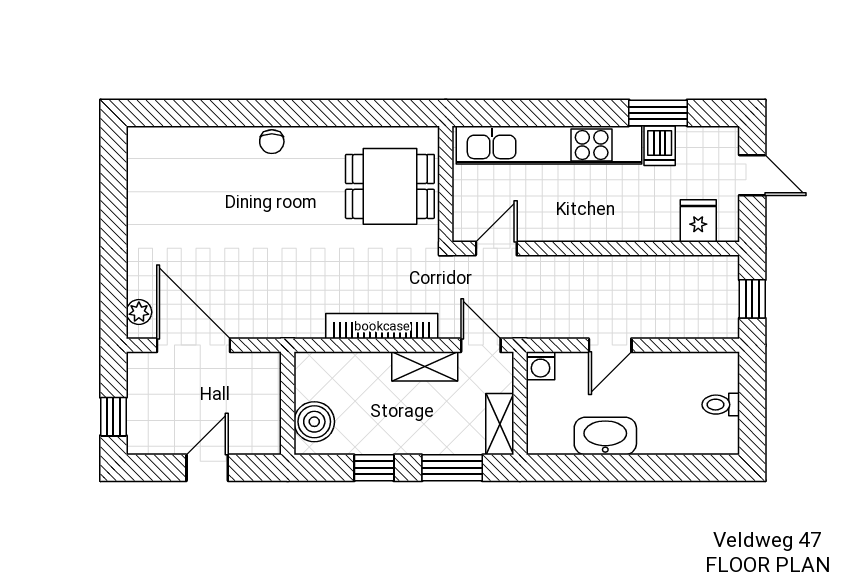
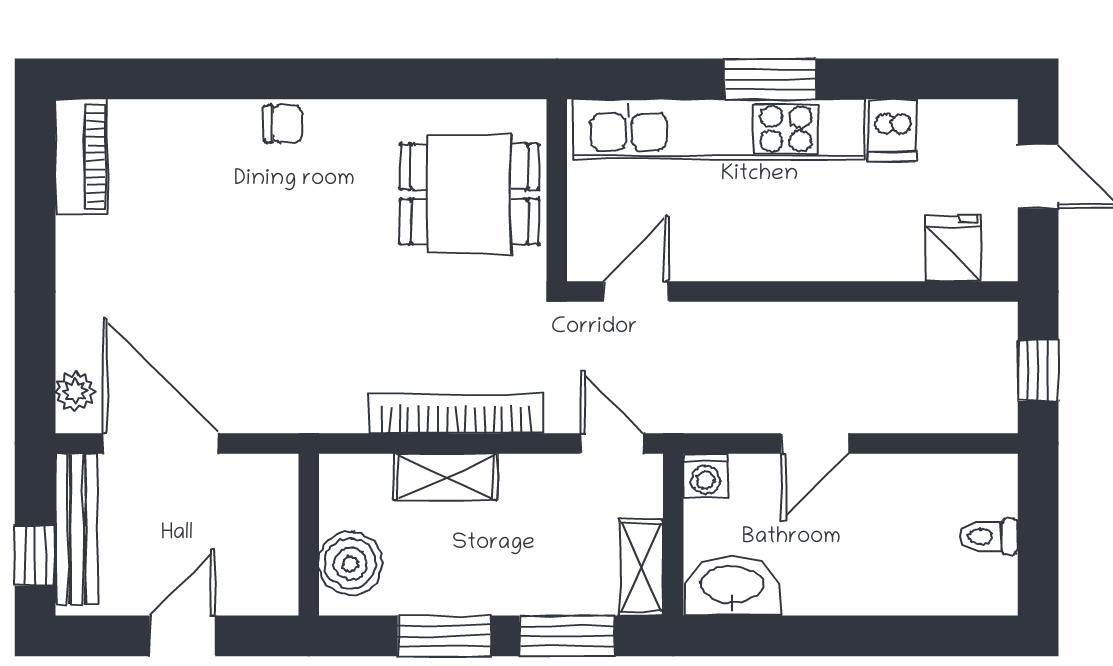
window: (658, 113) -> (770, 79), moved
chair: (272, 142) -> (284, 124), turned -90
piano: (143, 163) -> (81, 157), added
shelving: (425, 366) -> (446, 477), moved
bench: (140, 400) -> (77, 529), added
washbasin: (605, 436) -> (732, 586), moved
window: (374, 468) -> (444, 636), width x1.50

